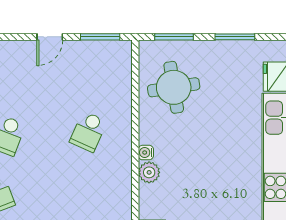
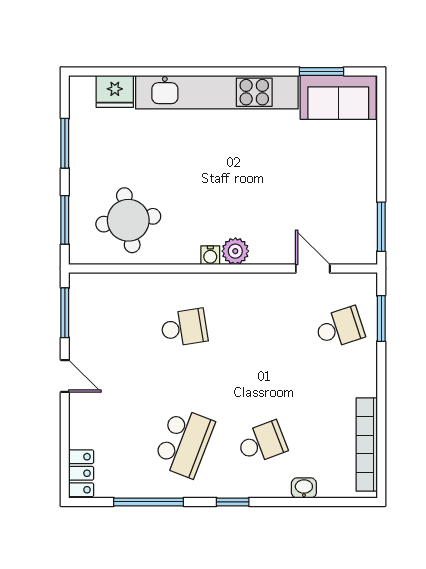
school desk: (88, 132) -> (184, 328), turned -33

